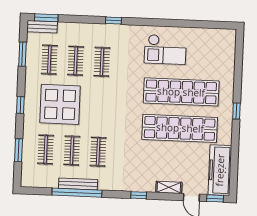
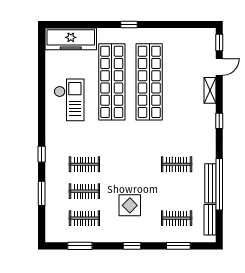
window: (46, 18) -> (42, 193), moved
bench: (42, 27) -> (210, 220), moved
display table: (60, 104) -> (130, 205), width x0.54, depth x0.54
clothes rail: (72, 151) -> (177, 191), removed
freezer: (220, 170) -> (71, 39), moved

